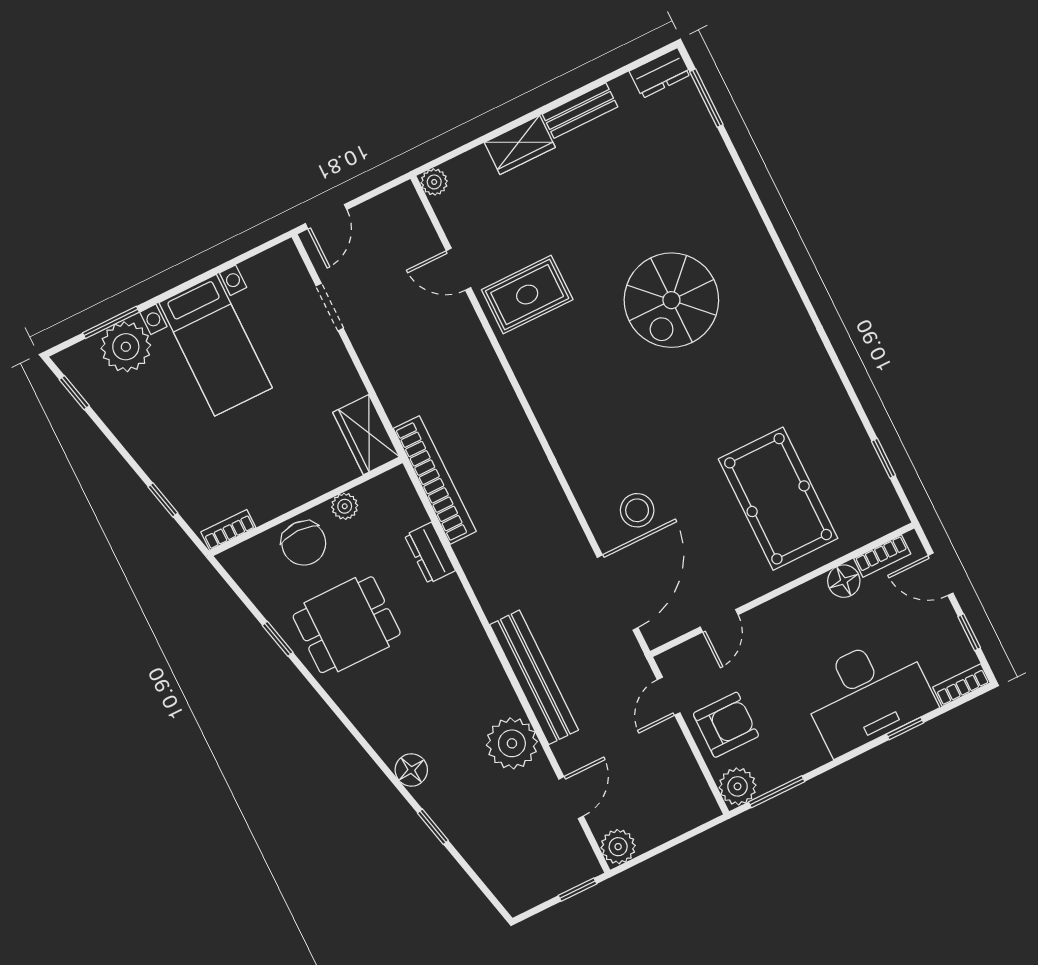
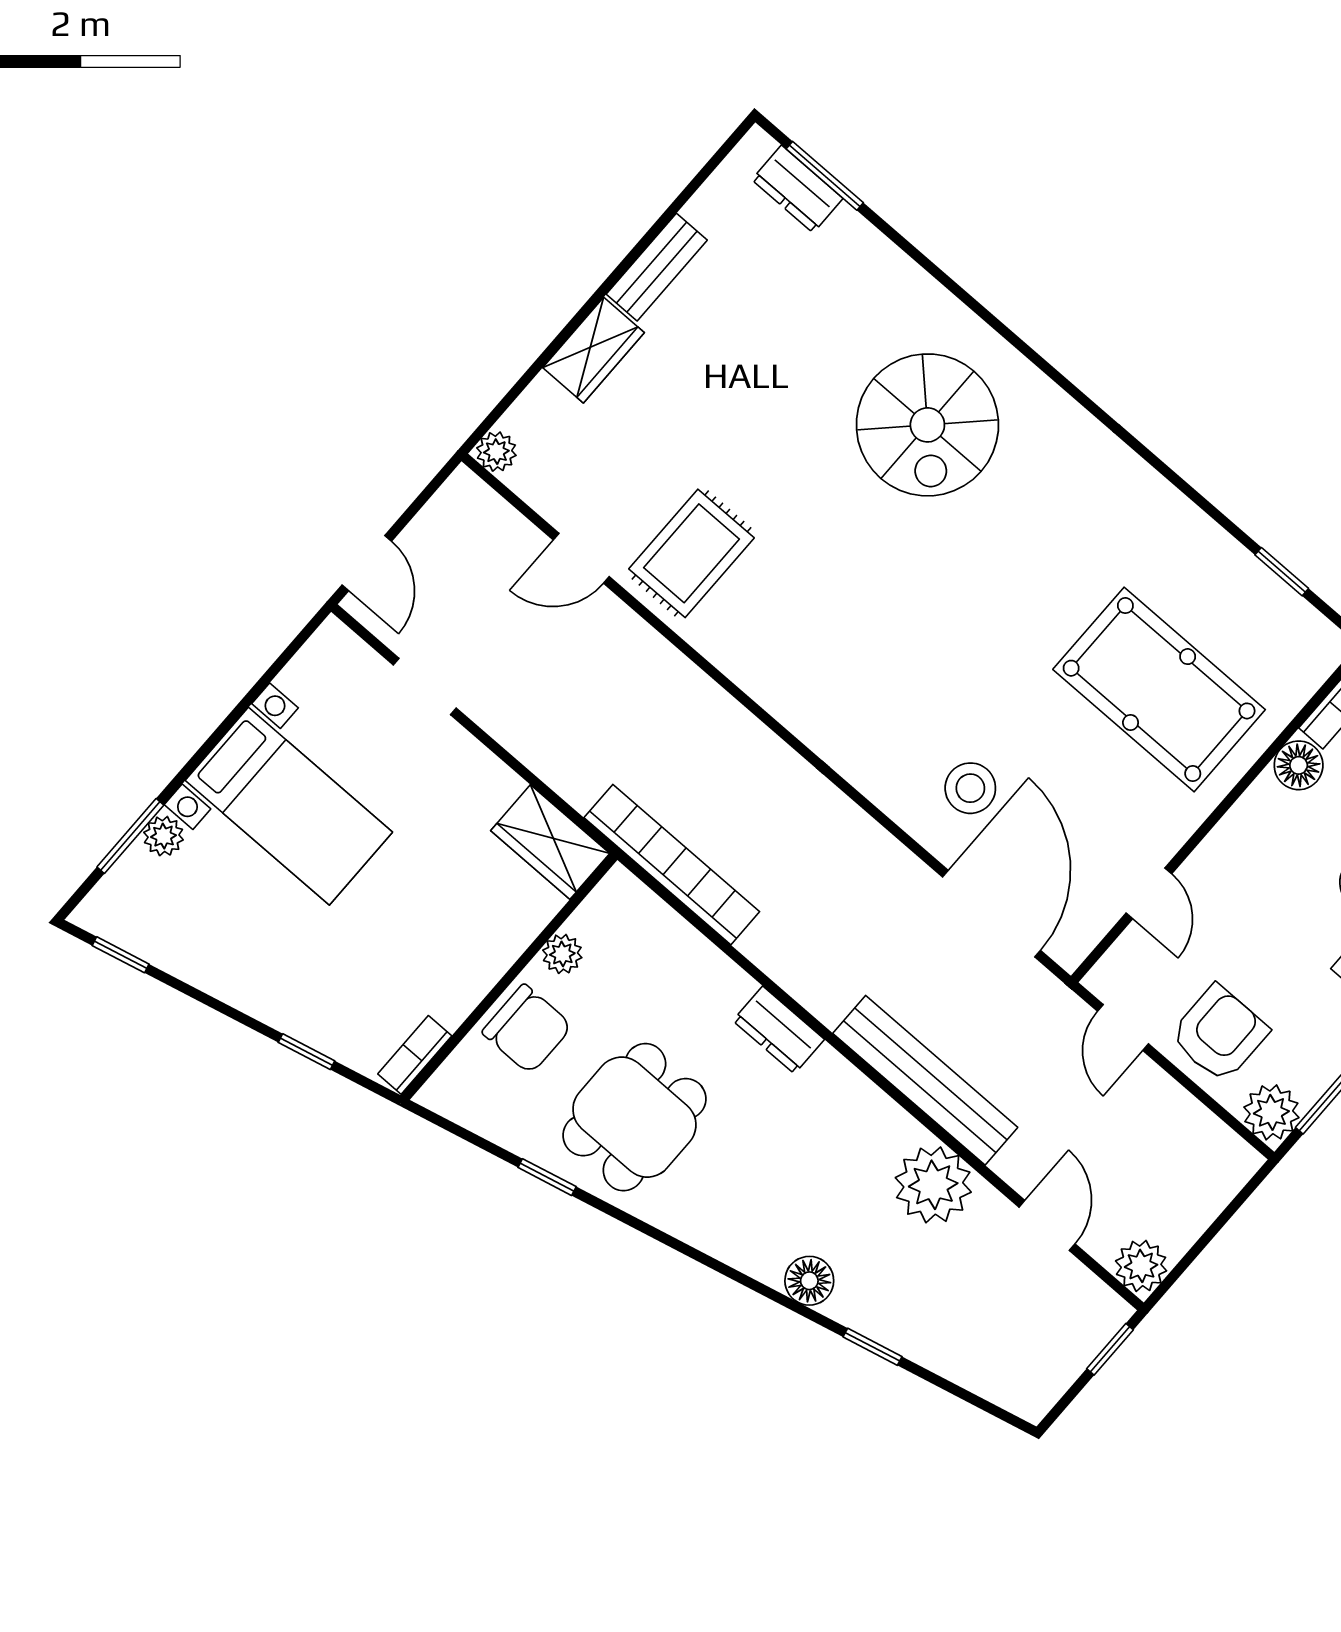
dresser: (660, 73) -> (797, 189), moved, turned 90
spiral stairs: (671, 300) -> (927, 425), moved
plant: (126, 347) -> (164, 836), width x0.53, depth x0.53
dresser: (430, 553) -> (779, 1030), moved

